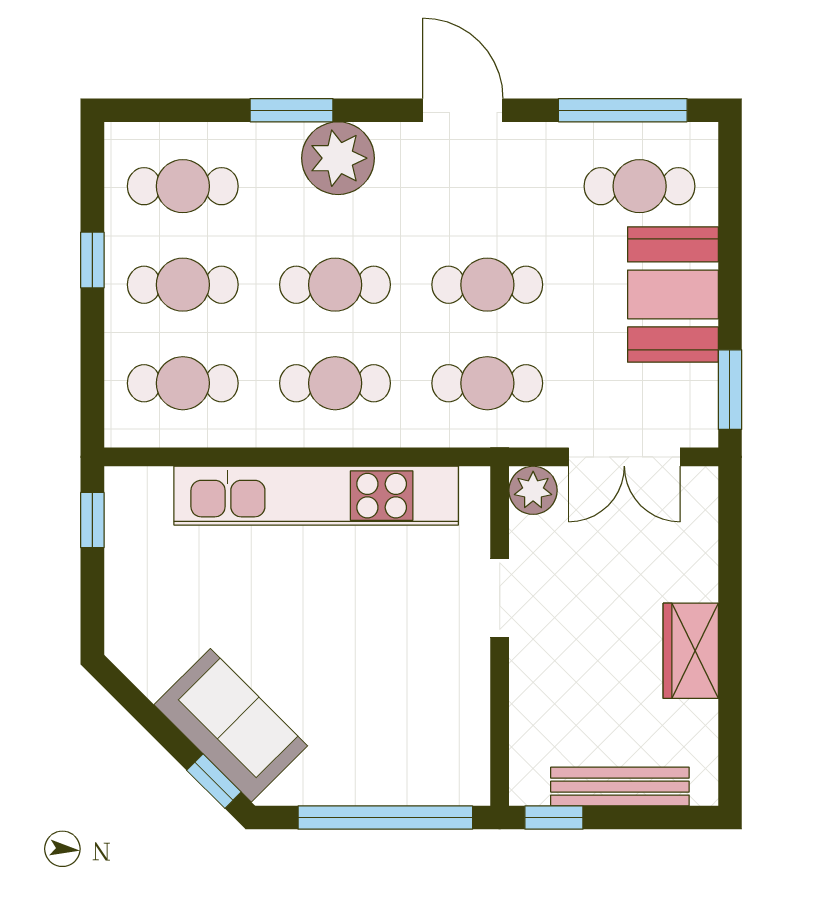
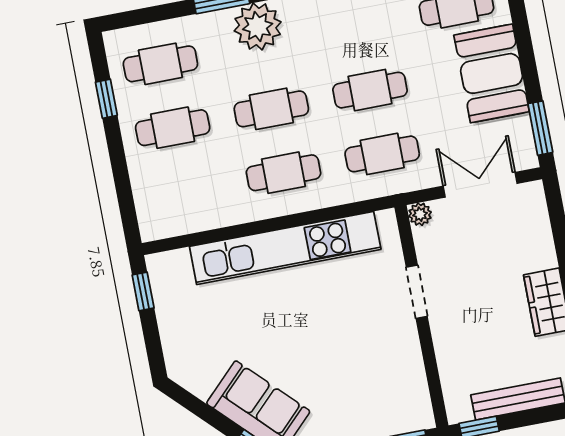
window: (92, 260) -> (106, 99), moved
cafe table: (183, 383) -> (185, 192), removed
double door: (624, 457) -> (480, 185), swing flipped
plant: (533, 490) -> (420, 214), width x0.73, depth x0.73

